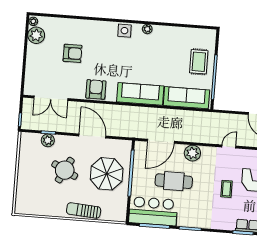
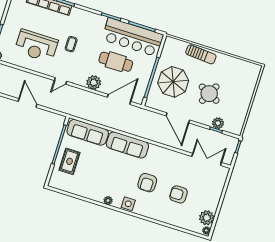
armchair: (96, 89) -> (147, 183), moved
bar counter: (153, 211) -> (133, 37), width x1.36

